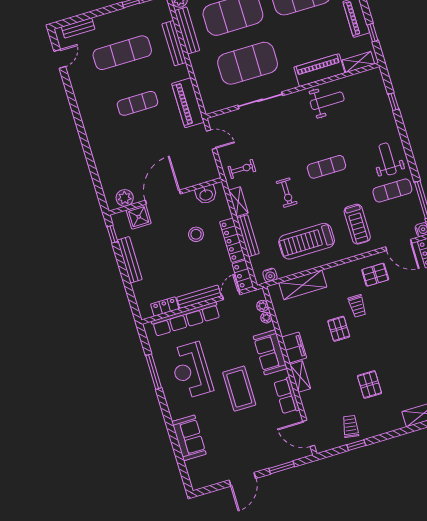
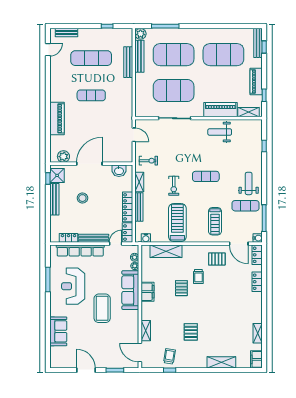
weight bench: (327, 101) -> (220, 132), turned 180
piano: (188, 103) -> (57, 118), moved, turned 180
shower: (139, 217) -> (57, 175), moved
stool: (196, 234) -> (82, 198), moved
treadmill: (307, 241) -> (177, 223), turned 90
sofa: (270, 352) -> (130, 290), width x1.36
shelving: (300, 377) -> (146, 331), moved
row of seats: (287, 396) -> (133, 323), removed
door: (242, 479) -> (86, 370), swing flipped

